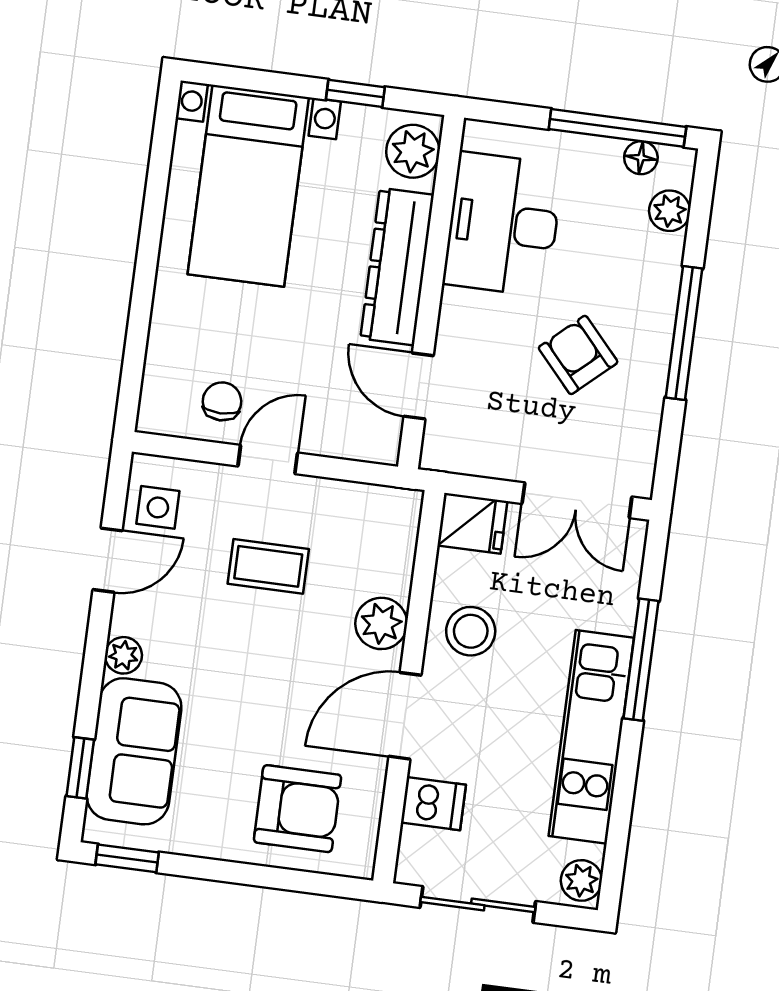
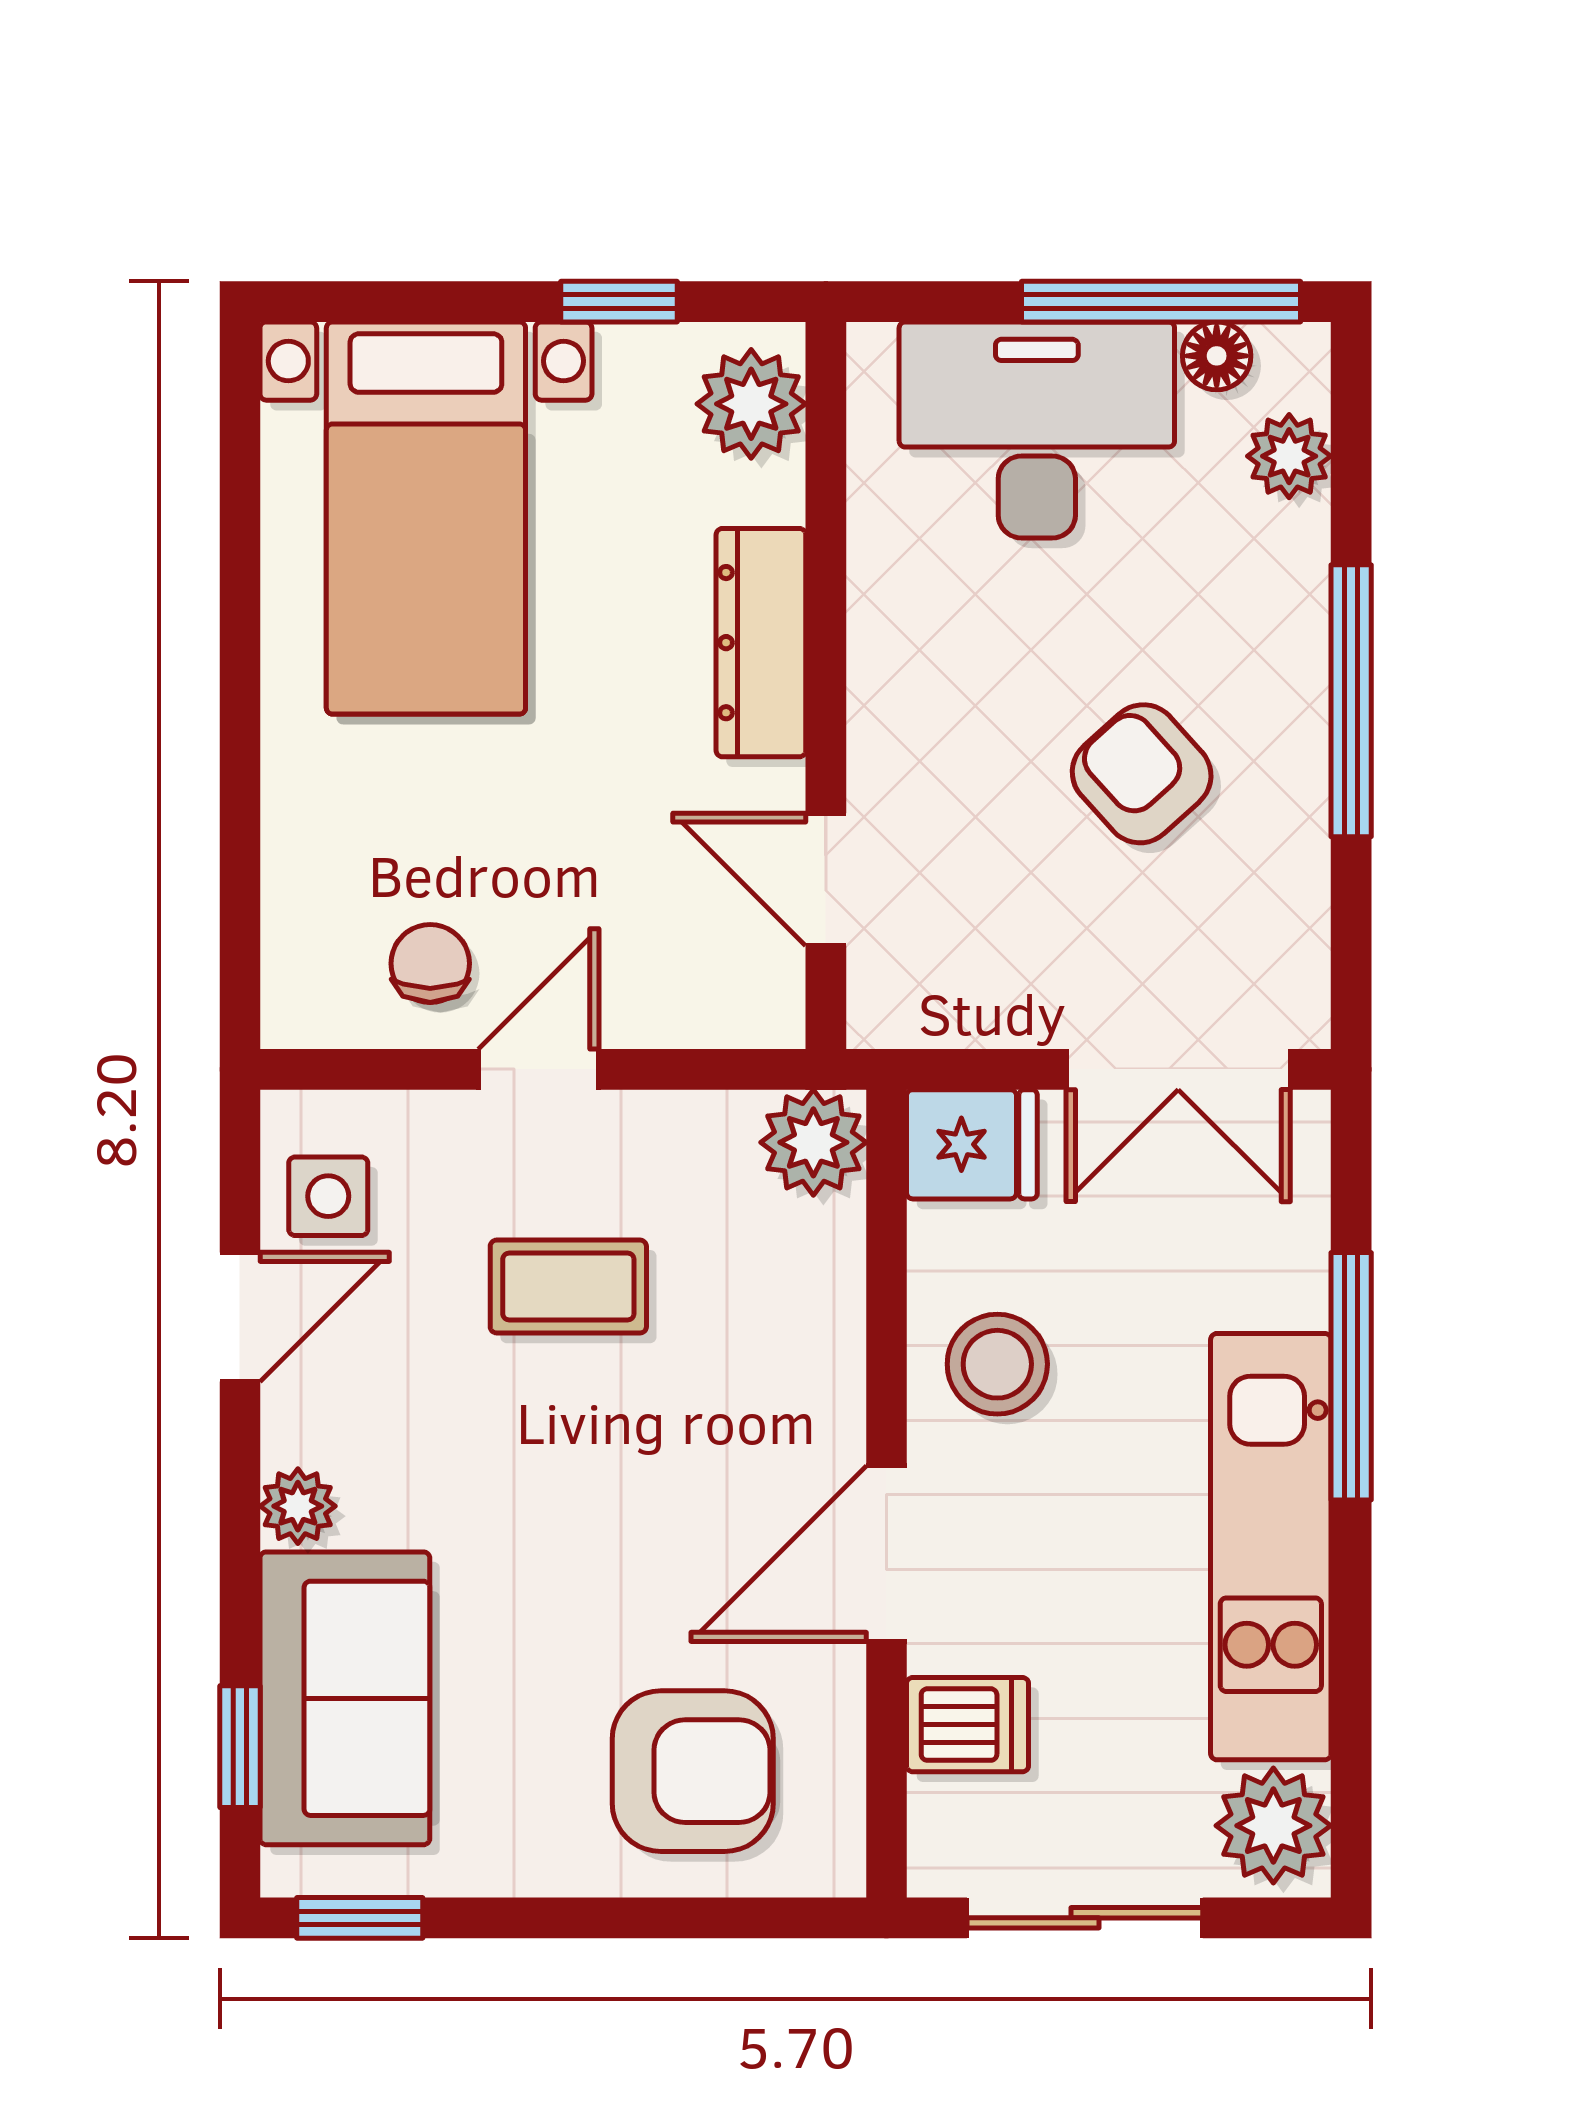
desk: (503, 224) -> (1037, 430), moved, turned 90
dresser: (397, 267) -> (761, 643), width x0.73, depth x0.80
plant: (381, 623) -> (813, 1142), moved
plant: (581, 880) -> (1273, 1826), width x1.38, depth x1.38

